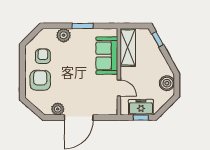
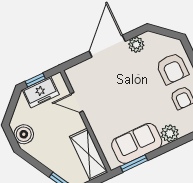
window: (83, 26) -> (134, 163), moved
sofa: (107, 56) -> (137, 143), moved, turned -90

